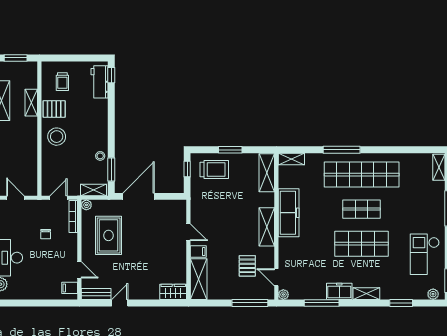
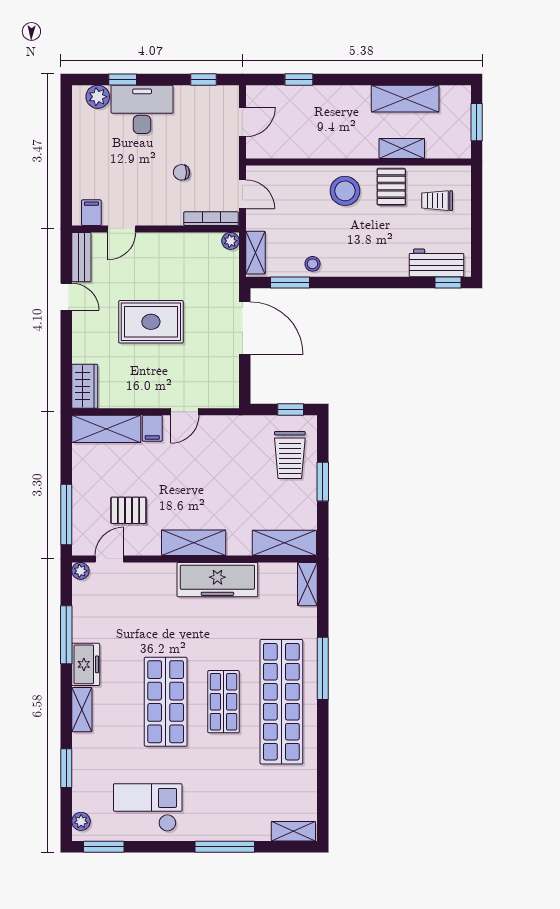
rug: (109, 235) -> (151, 322), moved

